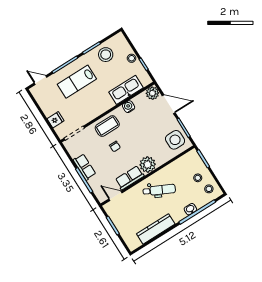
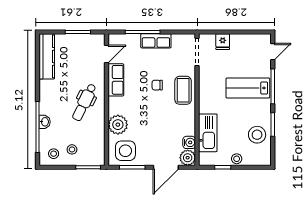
lab bench: (77, 82) -> (248, 88), turned -90
water cooler: (129, 107) -> (189, 142), moved
plant: (148, 165) -> (118, 125), moved
kitchen counter: (156, 229) -> (47, 56), moved

